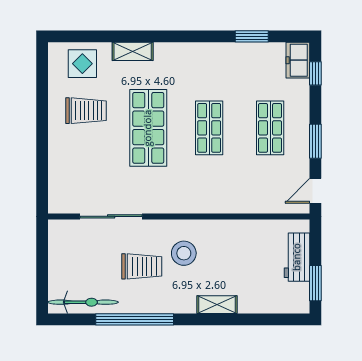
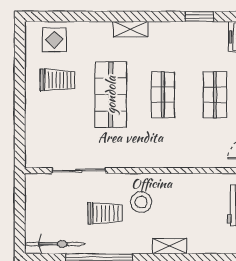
shelving: (133, 51) -> (130, 29), moved

